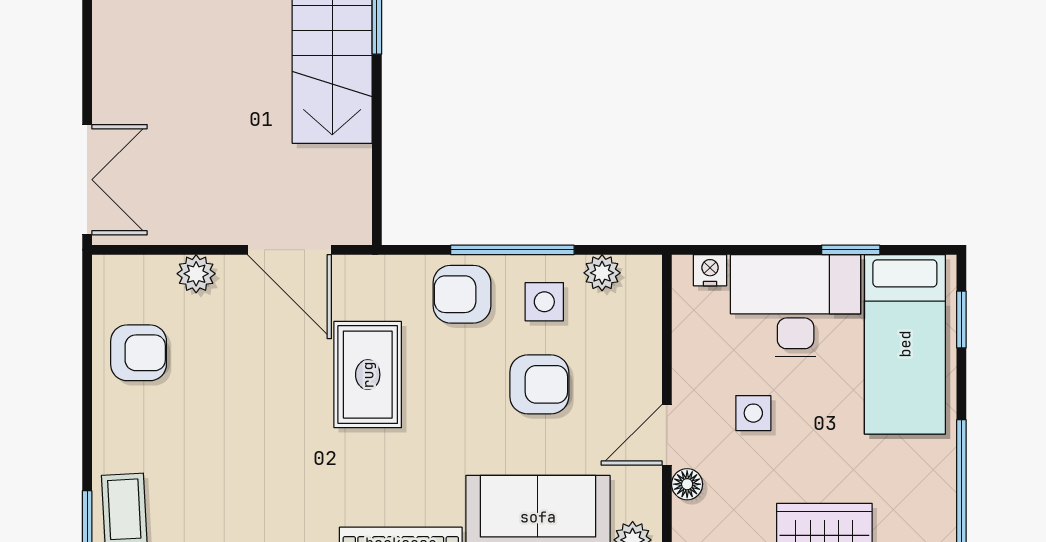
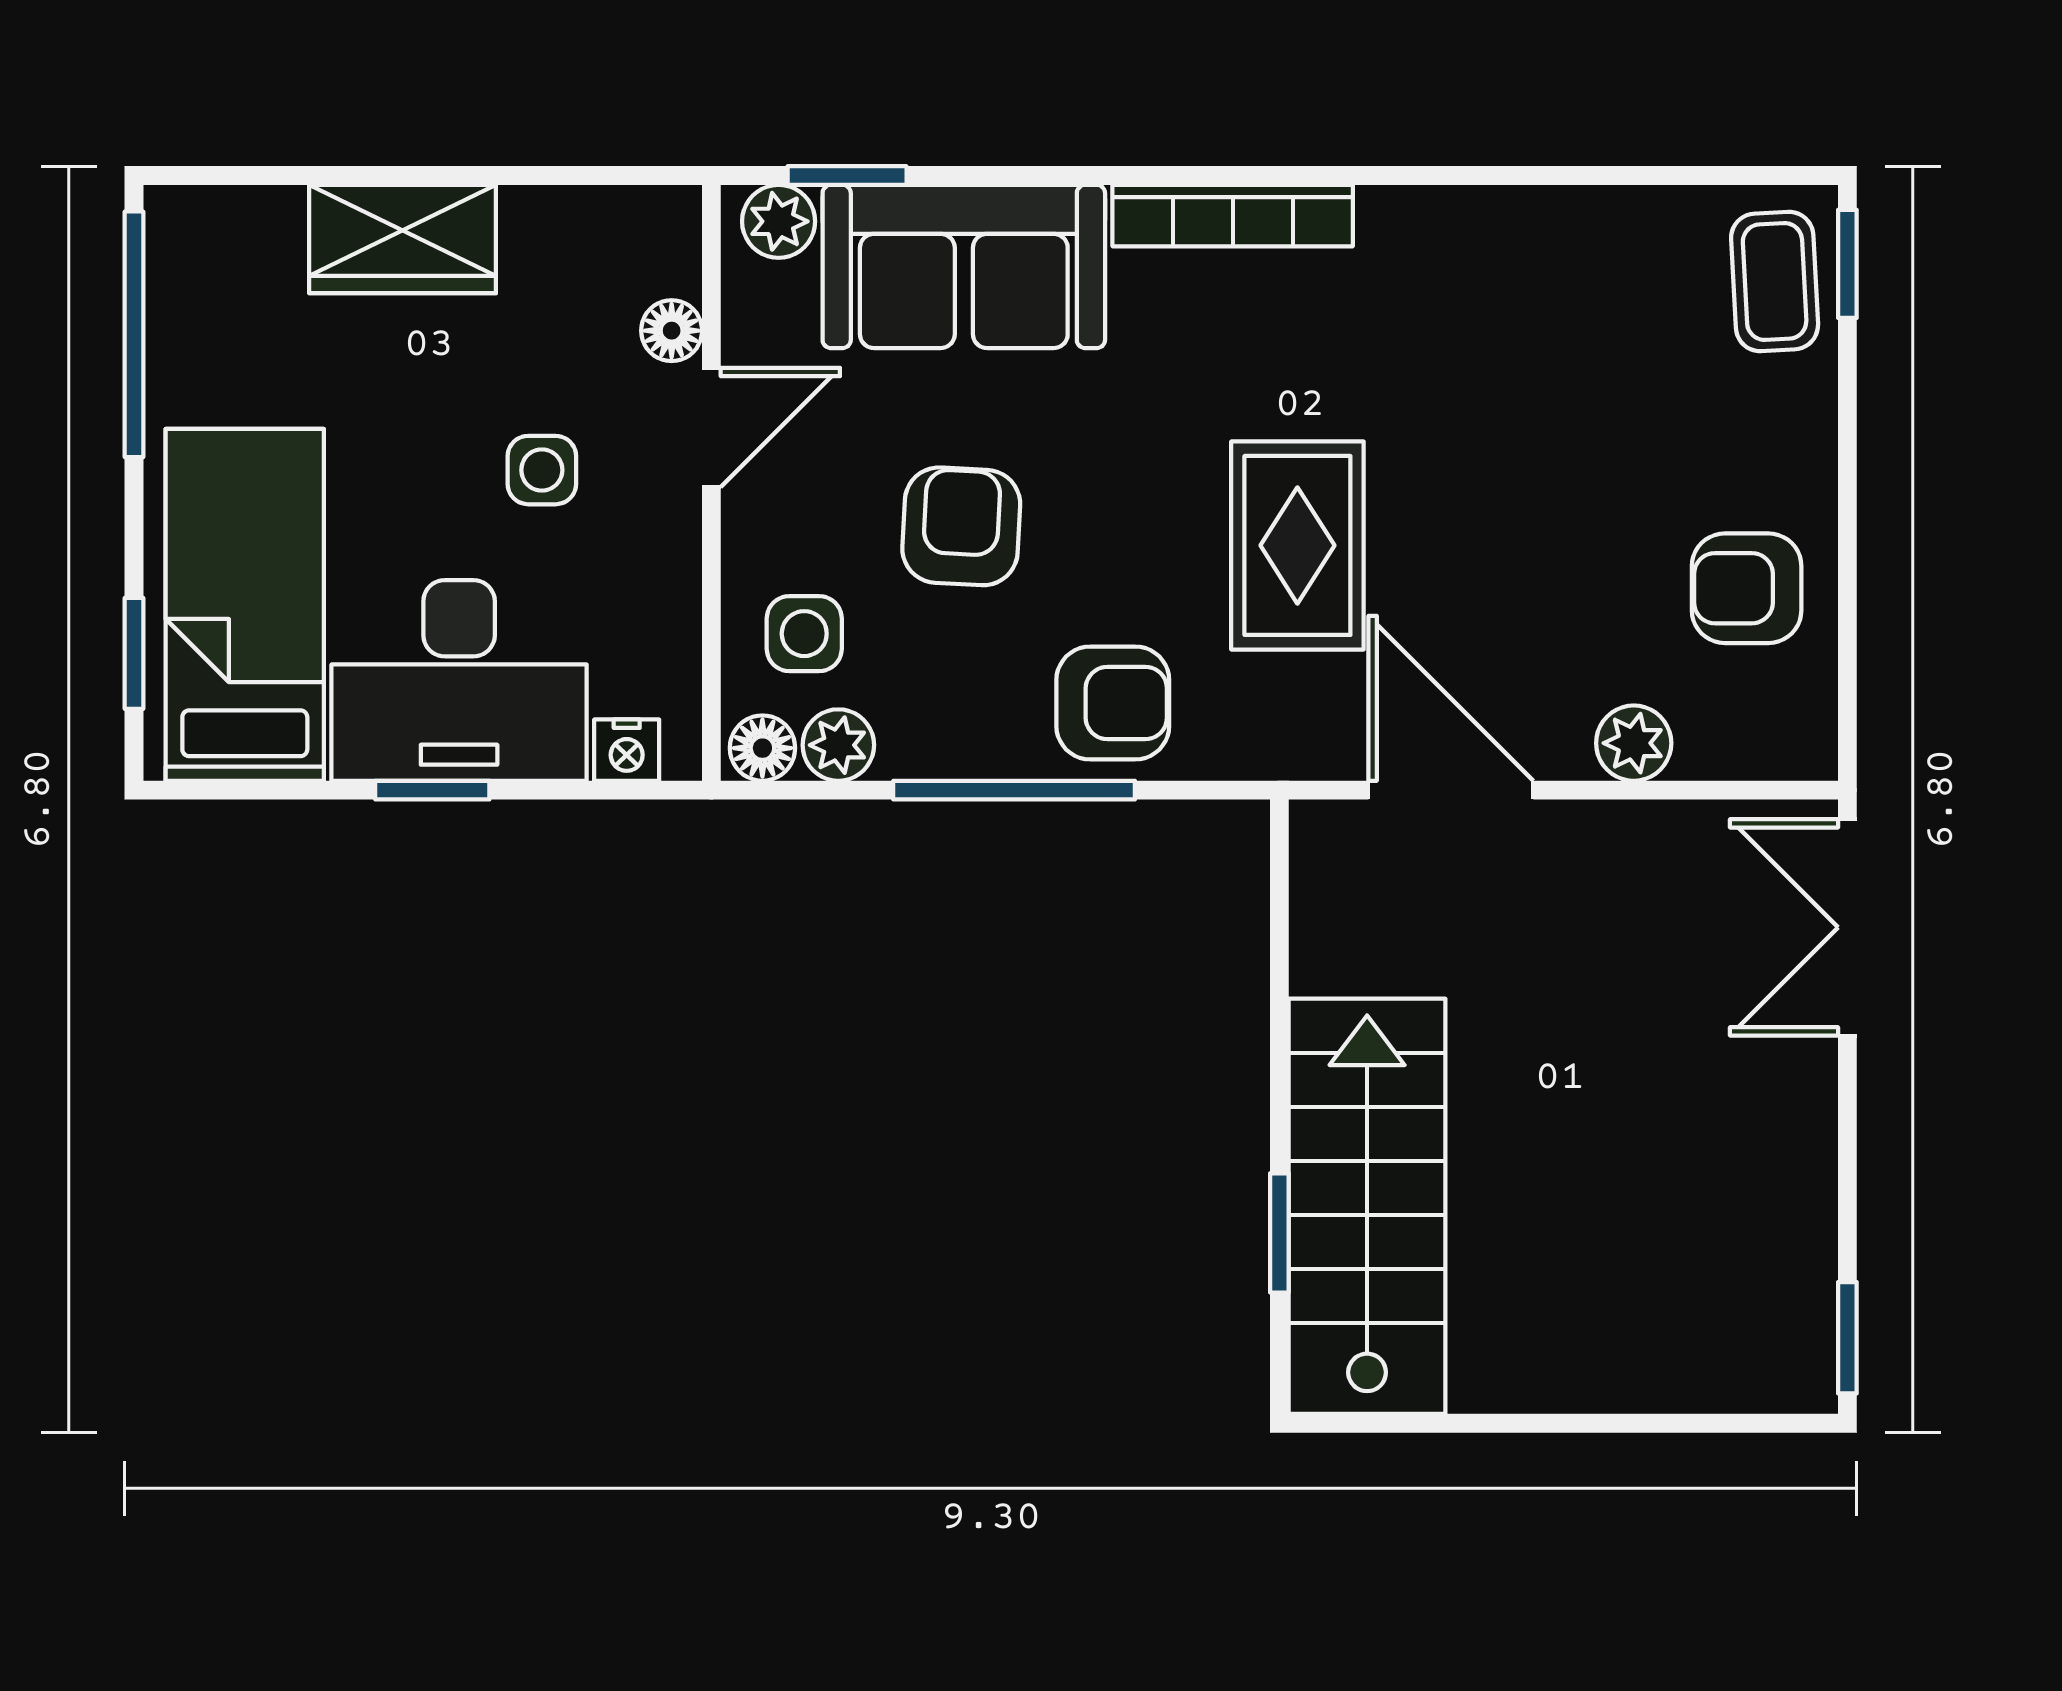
window: (851, 250) -> (432, 790), moved
floor lamp: (641, 271) -> (762, 748), added
side table: (544, 302) -> (804, 634), moved
armchair: (539, 384) -> (961, 526), turned 93

